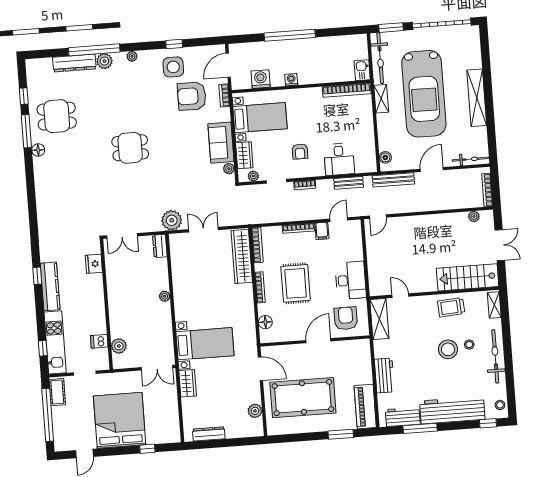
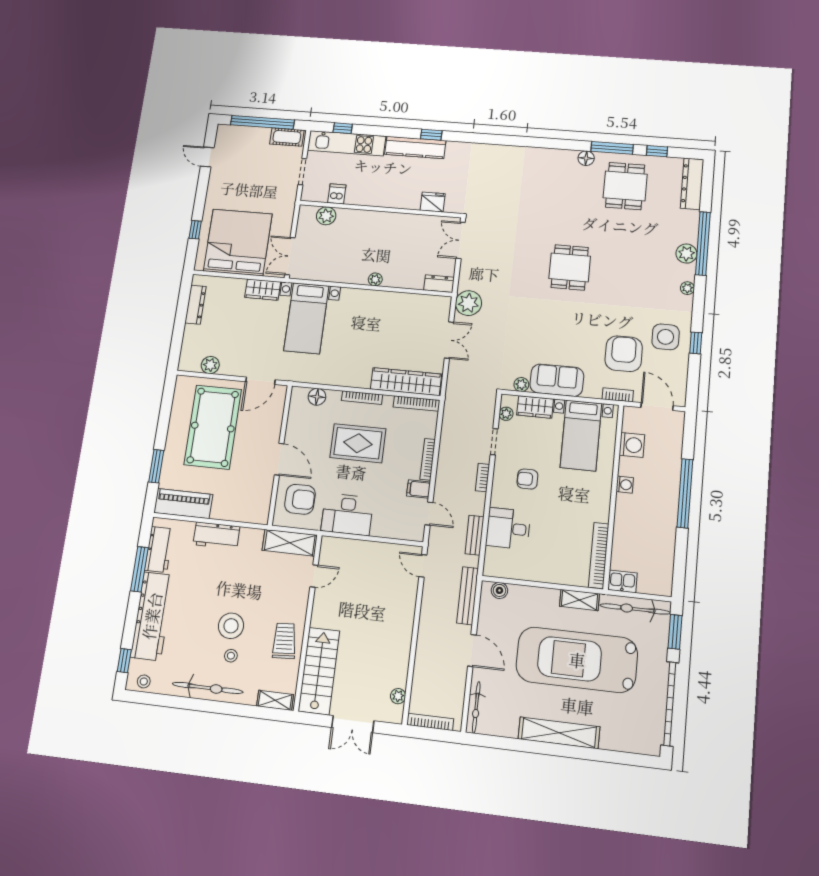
dresser: (74, 63) -> (692, 184), moved
bed: (120, 420) -> (238, 242), moved, turned -90

